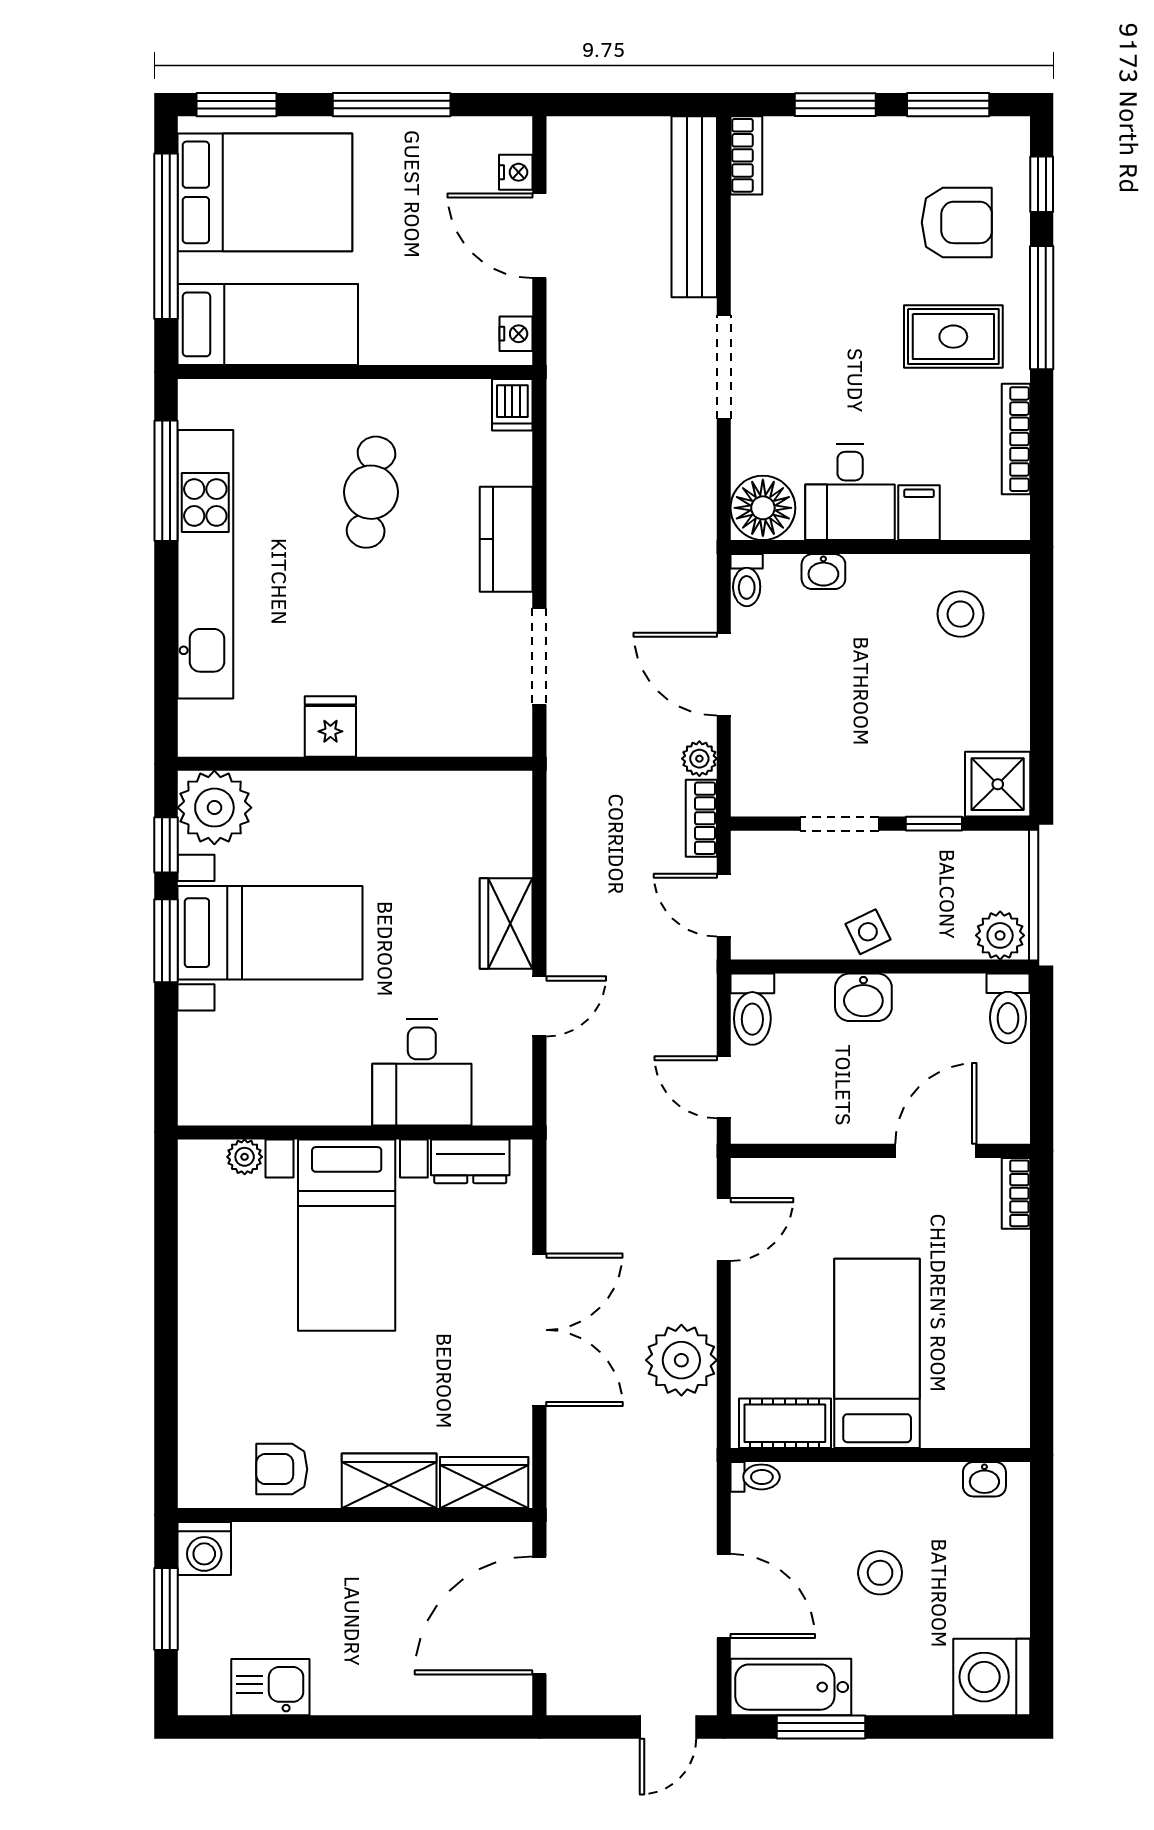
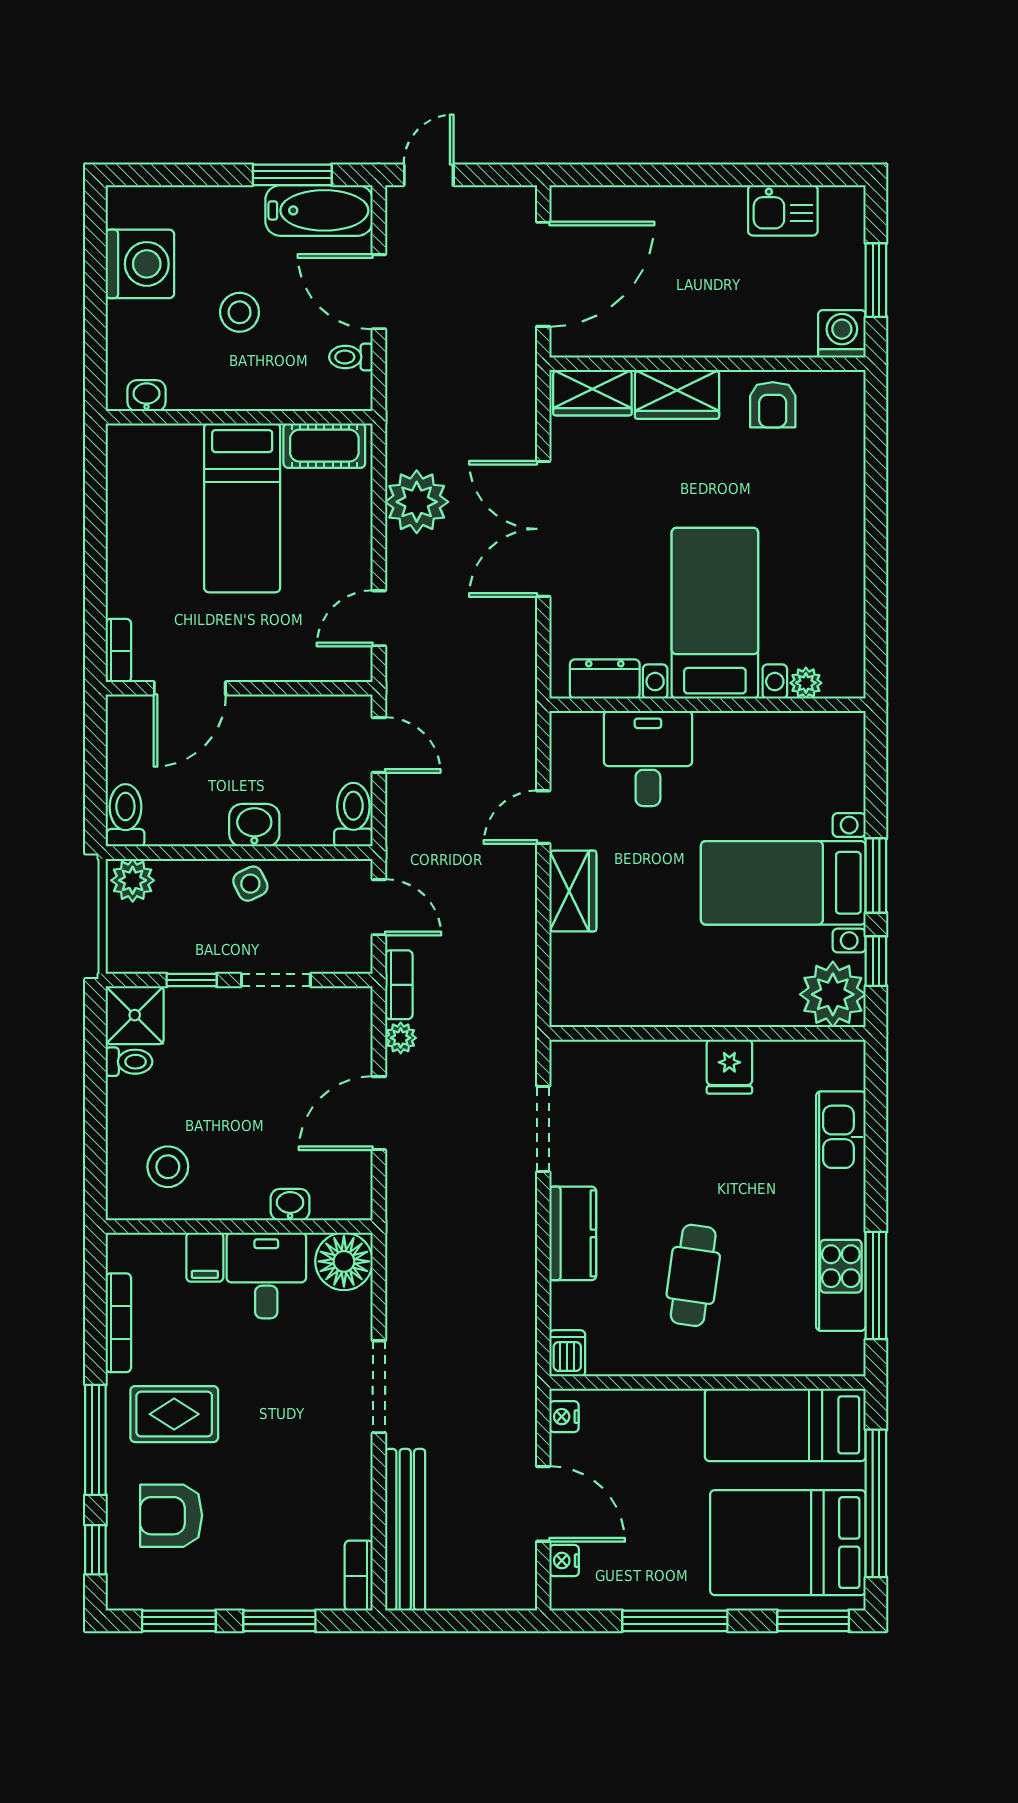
toilet: (747, 580) -> (129, 1062), moved, turned 90
door: (724, 674) -> (379, 1113), swing flipped
armchair: (282, 1469) -> (773, 405), turned 90
toilet: (755, 1477) -> (351, 357), moved
washing machine: (992, 1677) -> (140, 264), moved

